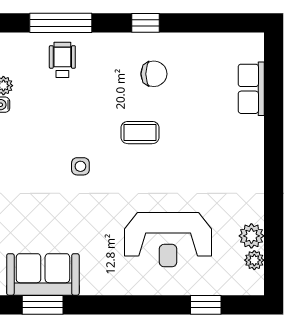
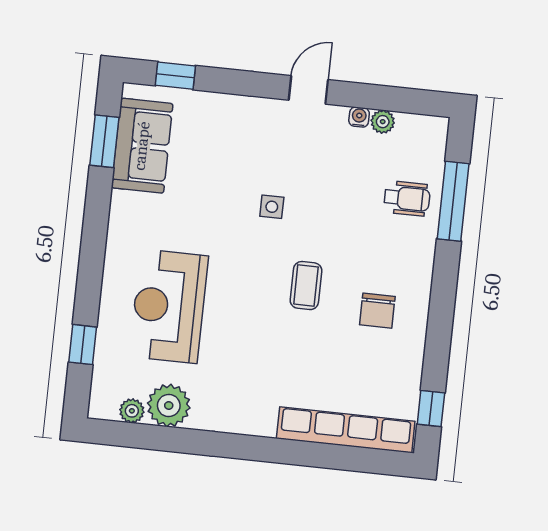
window: (145, 23) -> (431, 408), moved
row of seats: (251, 89) -> (346, 430), width x2.02
plant: (251, 236) -> (169, 406), width x1.36, depth x1.36

